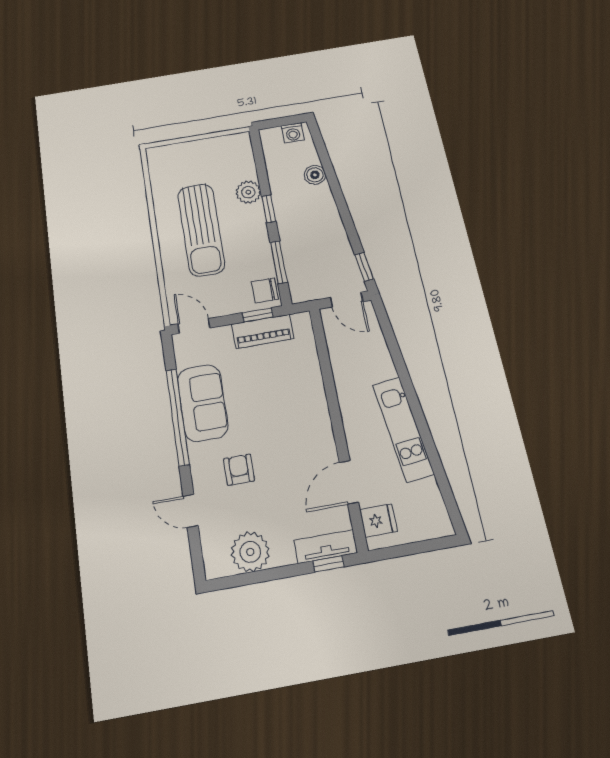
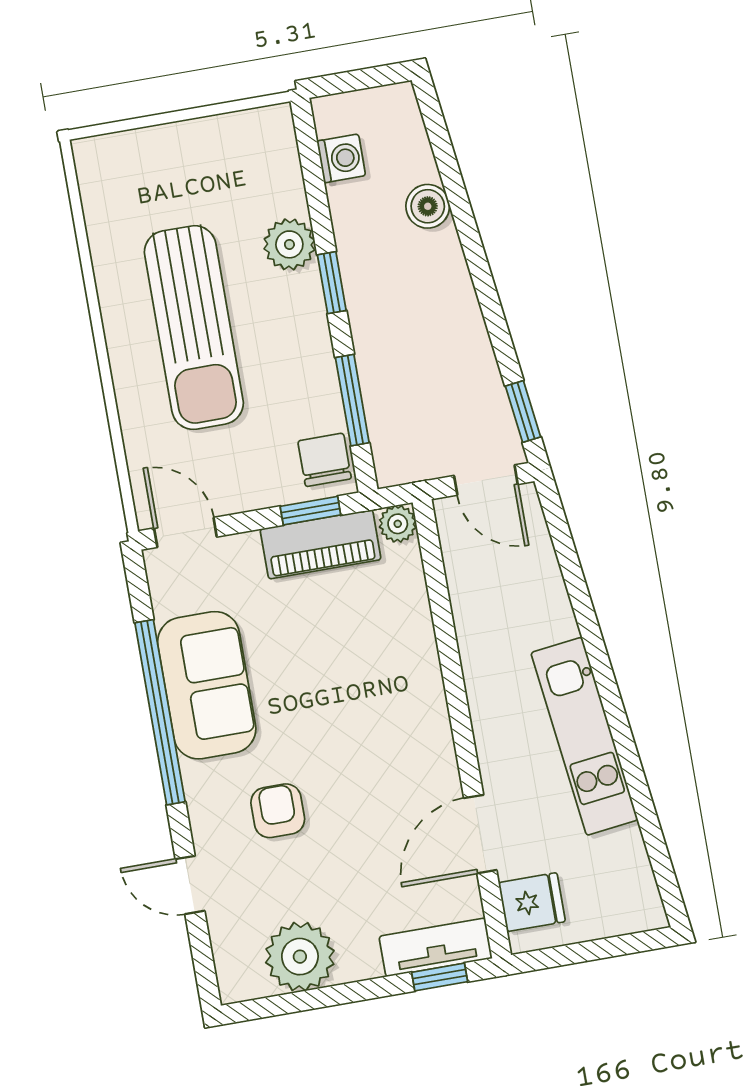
washing machine: (293, 133) -> (341, 158), moved, turned -90
chair: (265, 290) -> (325, 460), turned 90
plant: (302, 321) -> (398, 524), added

